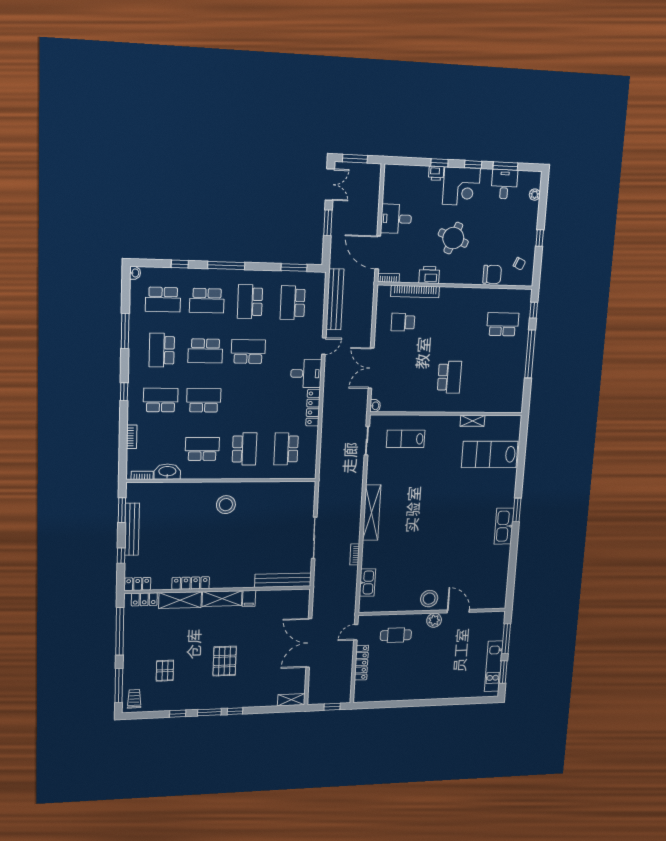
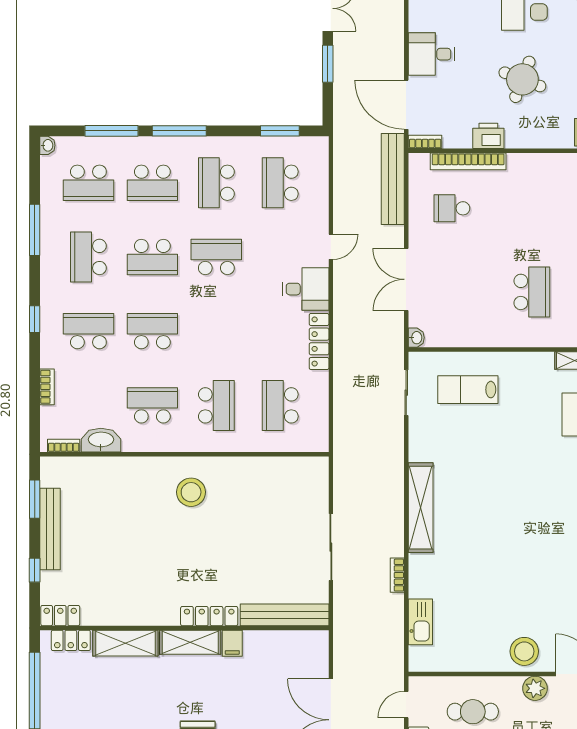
window: (180, 264) -> (112, 131), width x2.17
bench: (335, 299) -> (393, 179), moved
locker: (191, 583) -> (209, 616), moved

